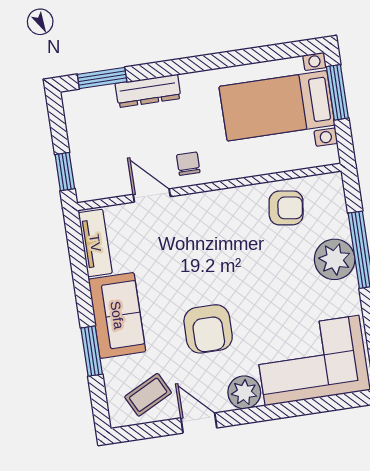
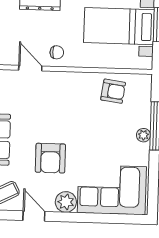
chair: (188, 164) -> (57, 52), turned 90
plant: (335, 259) -> (143, 135), width x0.53, depth x0.53

